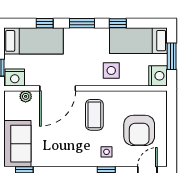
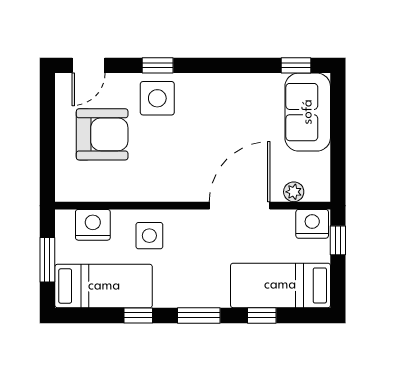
nightstand: (158, 76) -> (93, 225), moved, turned 90
coffee table: (94, 115) -> (178, 161), removed
armchair: (139, 130) -> (102, 134), turned 90
side table: (107, 152) -> (157, 98), width x1.87, depth x1.87

